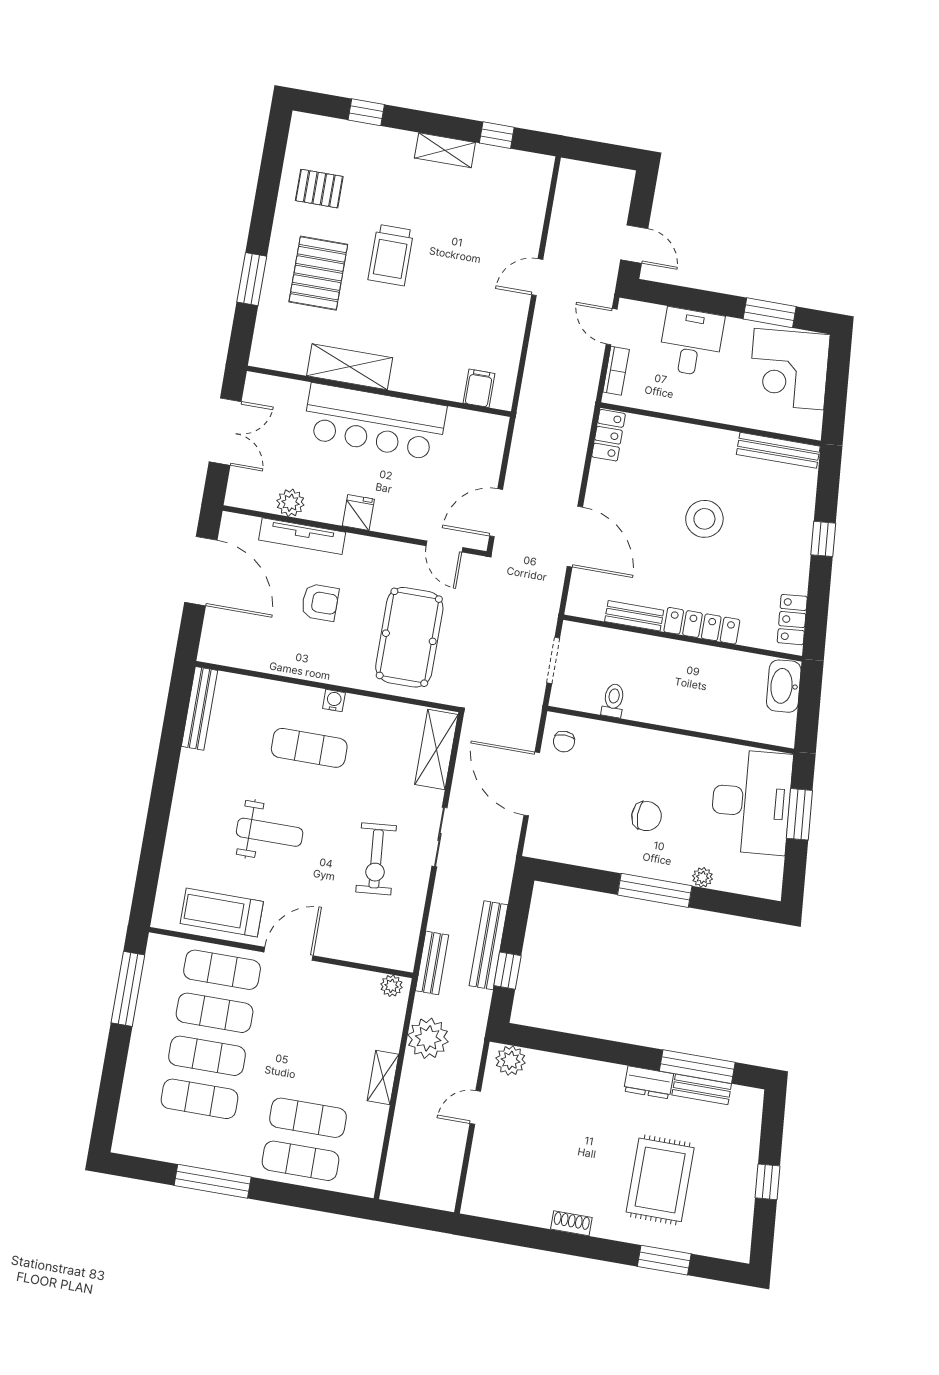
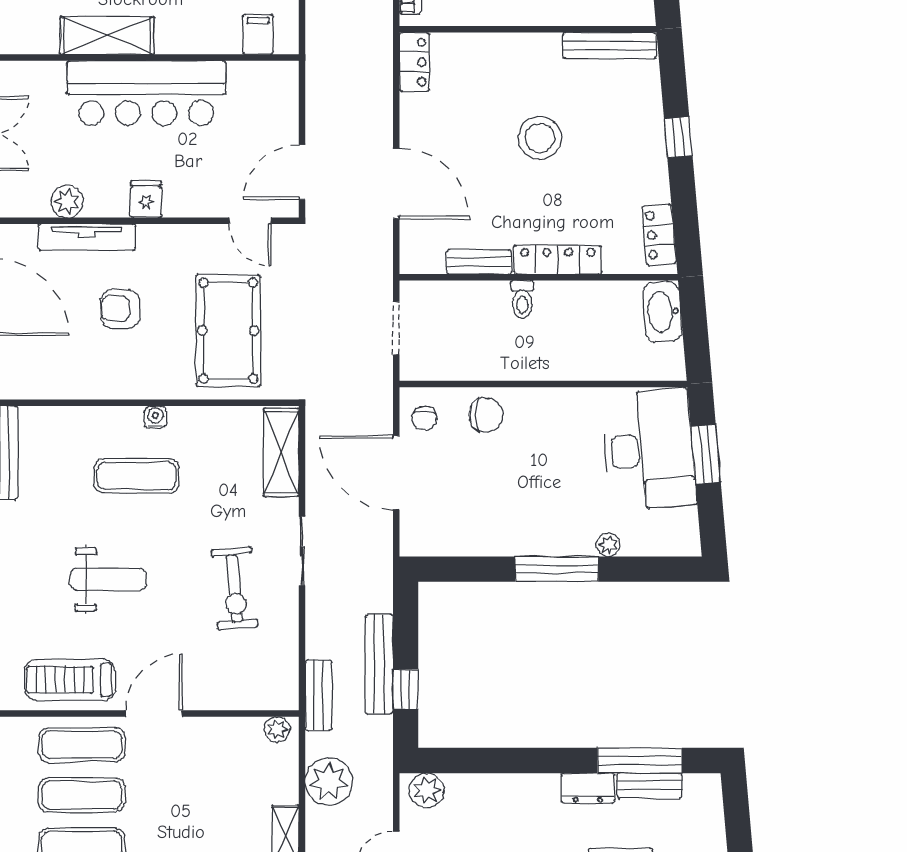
armchair: (320, 602) -> (120, 309), turned 180
toilet: (613, 701) -> (522, 299), moved, turned 180
chair: (647, 816) -> (486, 415), moved

